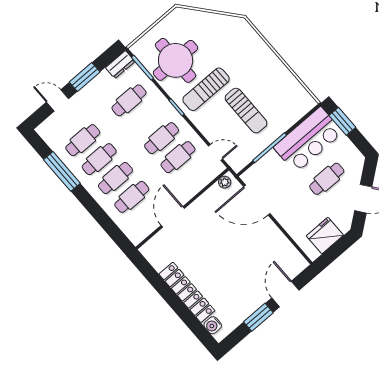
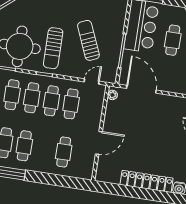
sun lounger: (246, 111) -> (88, 40), turned -113
cafe table: (115, 178) -> (32, 98), moved
door: (257, 200) -> (141, 89), swing flipped
door: (173, 217) -> (99, 143), swing flipped

